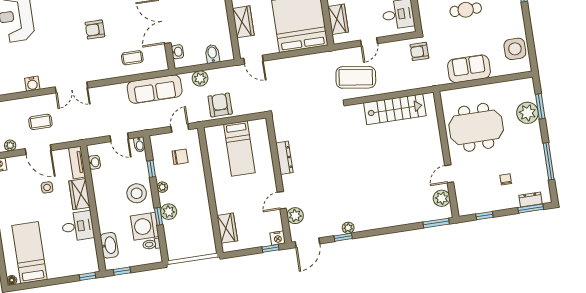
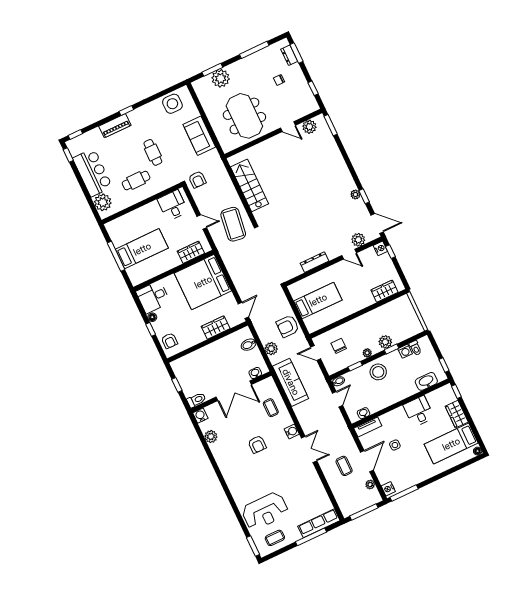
water cooler: (32, 84) -> (292, 431), moved
wardrobe: (79, 194) -> (457, 414), moved, turned 90
washing machine: (145, 226) -> (405, 351), width x0.53, depth x0.53

